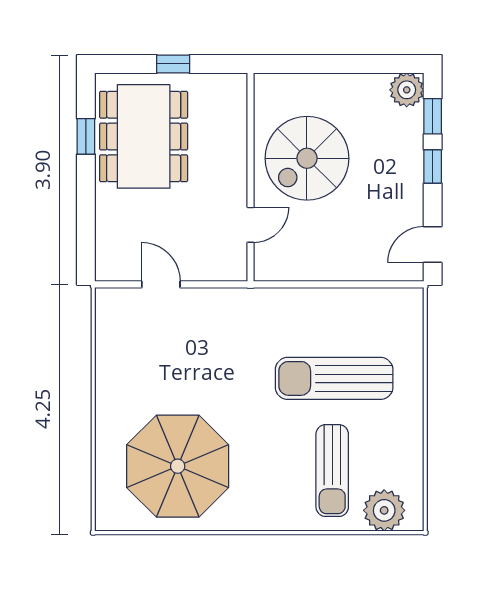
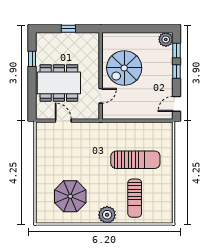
dining table: (144, 136) -> (59, 83), moved, turned 90
sun lounger: (334, 378) -> (135, 160), turned 180
parasol: (178, 466) -> (70, 196), width x0.73, depth x0.73
plant: (384, 510) -> (107, 215), moved

